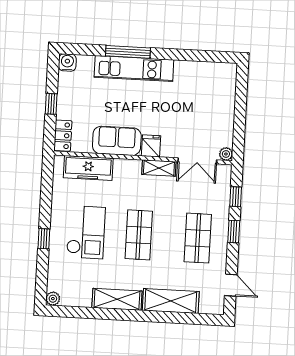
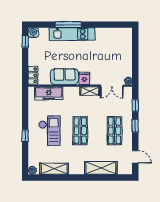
window: (51, 104) -> (25, 41), moved
shelving: (117, 299) -> (54, 169), moved

